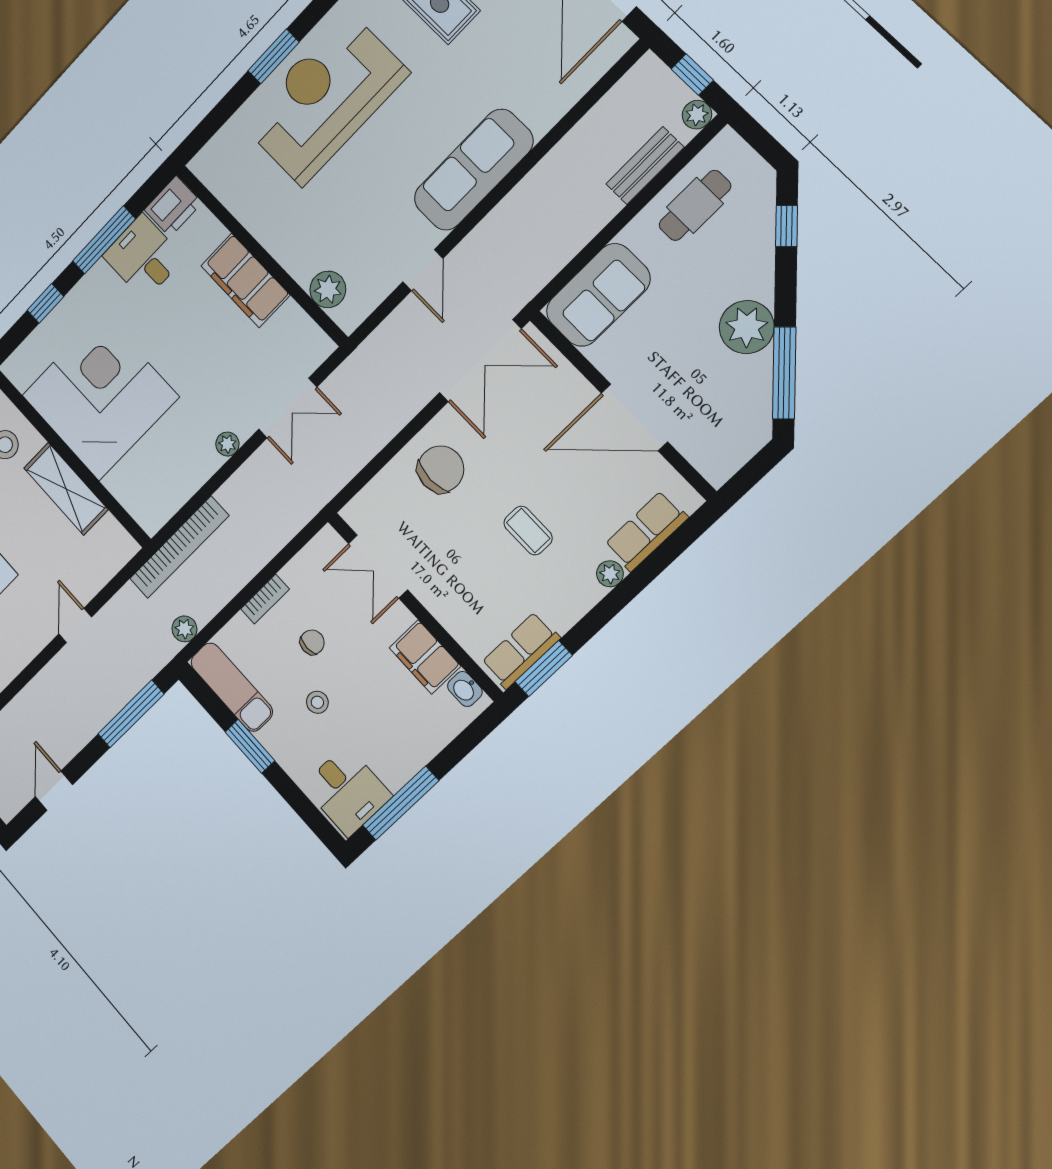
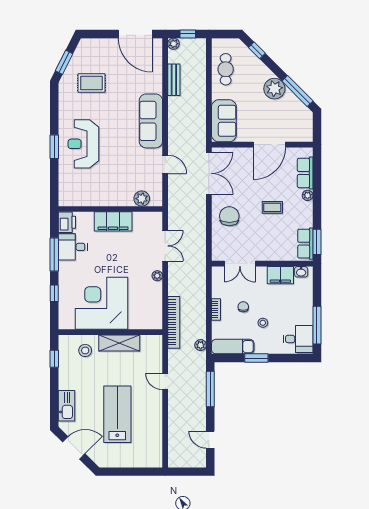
reception desk: (324, 98) -> (83, 144), width x0.74, depth x0.77
plant: (697, 115) -> (174, 44), moved
bench: (645, 166) -> (174, 80), moved

